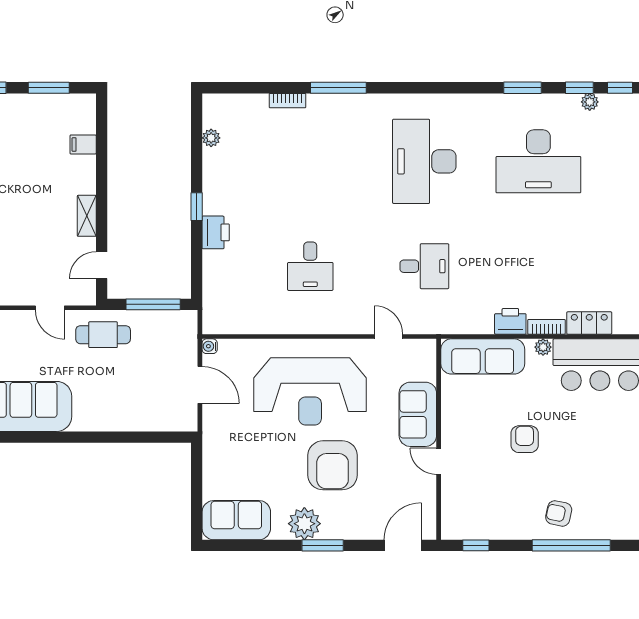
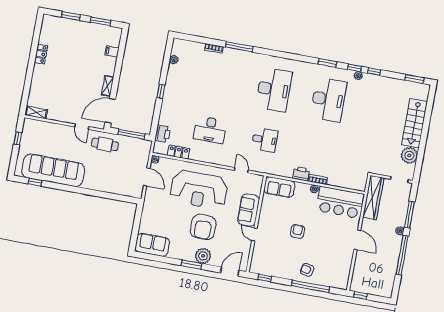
desk: (424, 161) -> (274, 90), turned 180
desk: (538, 161) -> (328, 100), turned -90
printer: (216, 232) -> (163, 134), moved
door: (102, 265) -> (110, 111), width x1.88
desk: (310, 266) -> (210, 130), width x1.37
locker: (589, 323) -> (178, 152), moved
sofa: (483, 356) -> (279, 187), width x0.73
plant: (304, 524) -> (203, 256), moved

